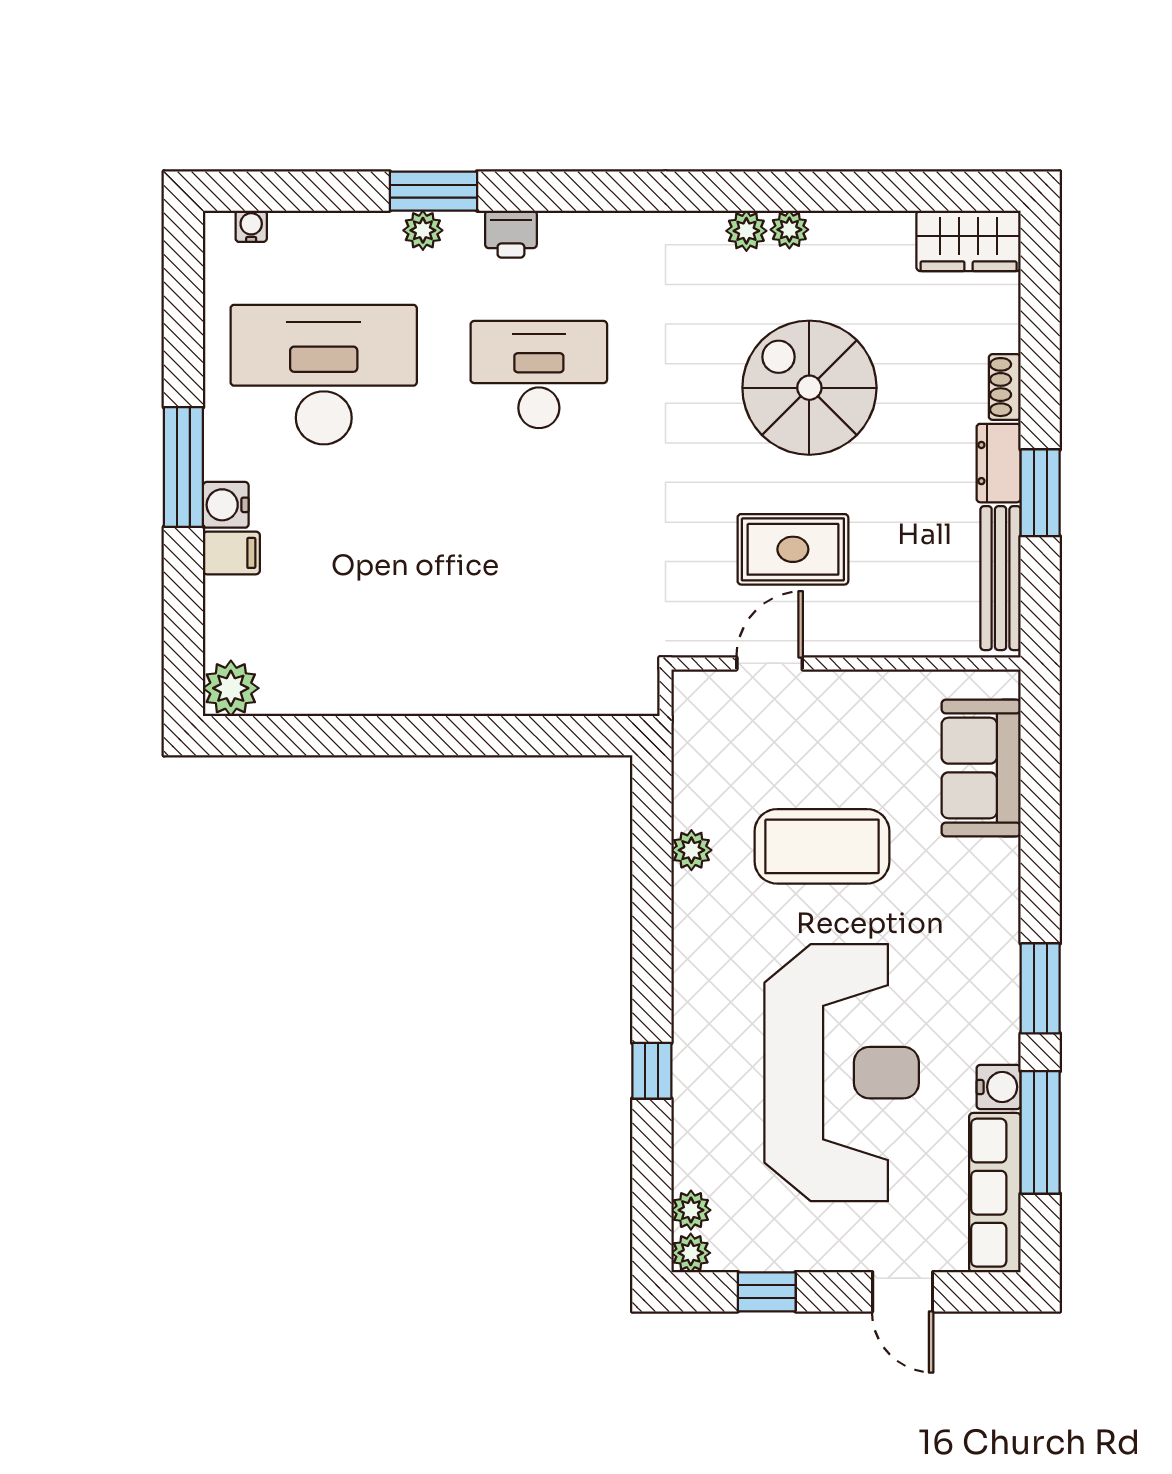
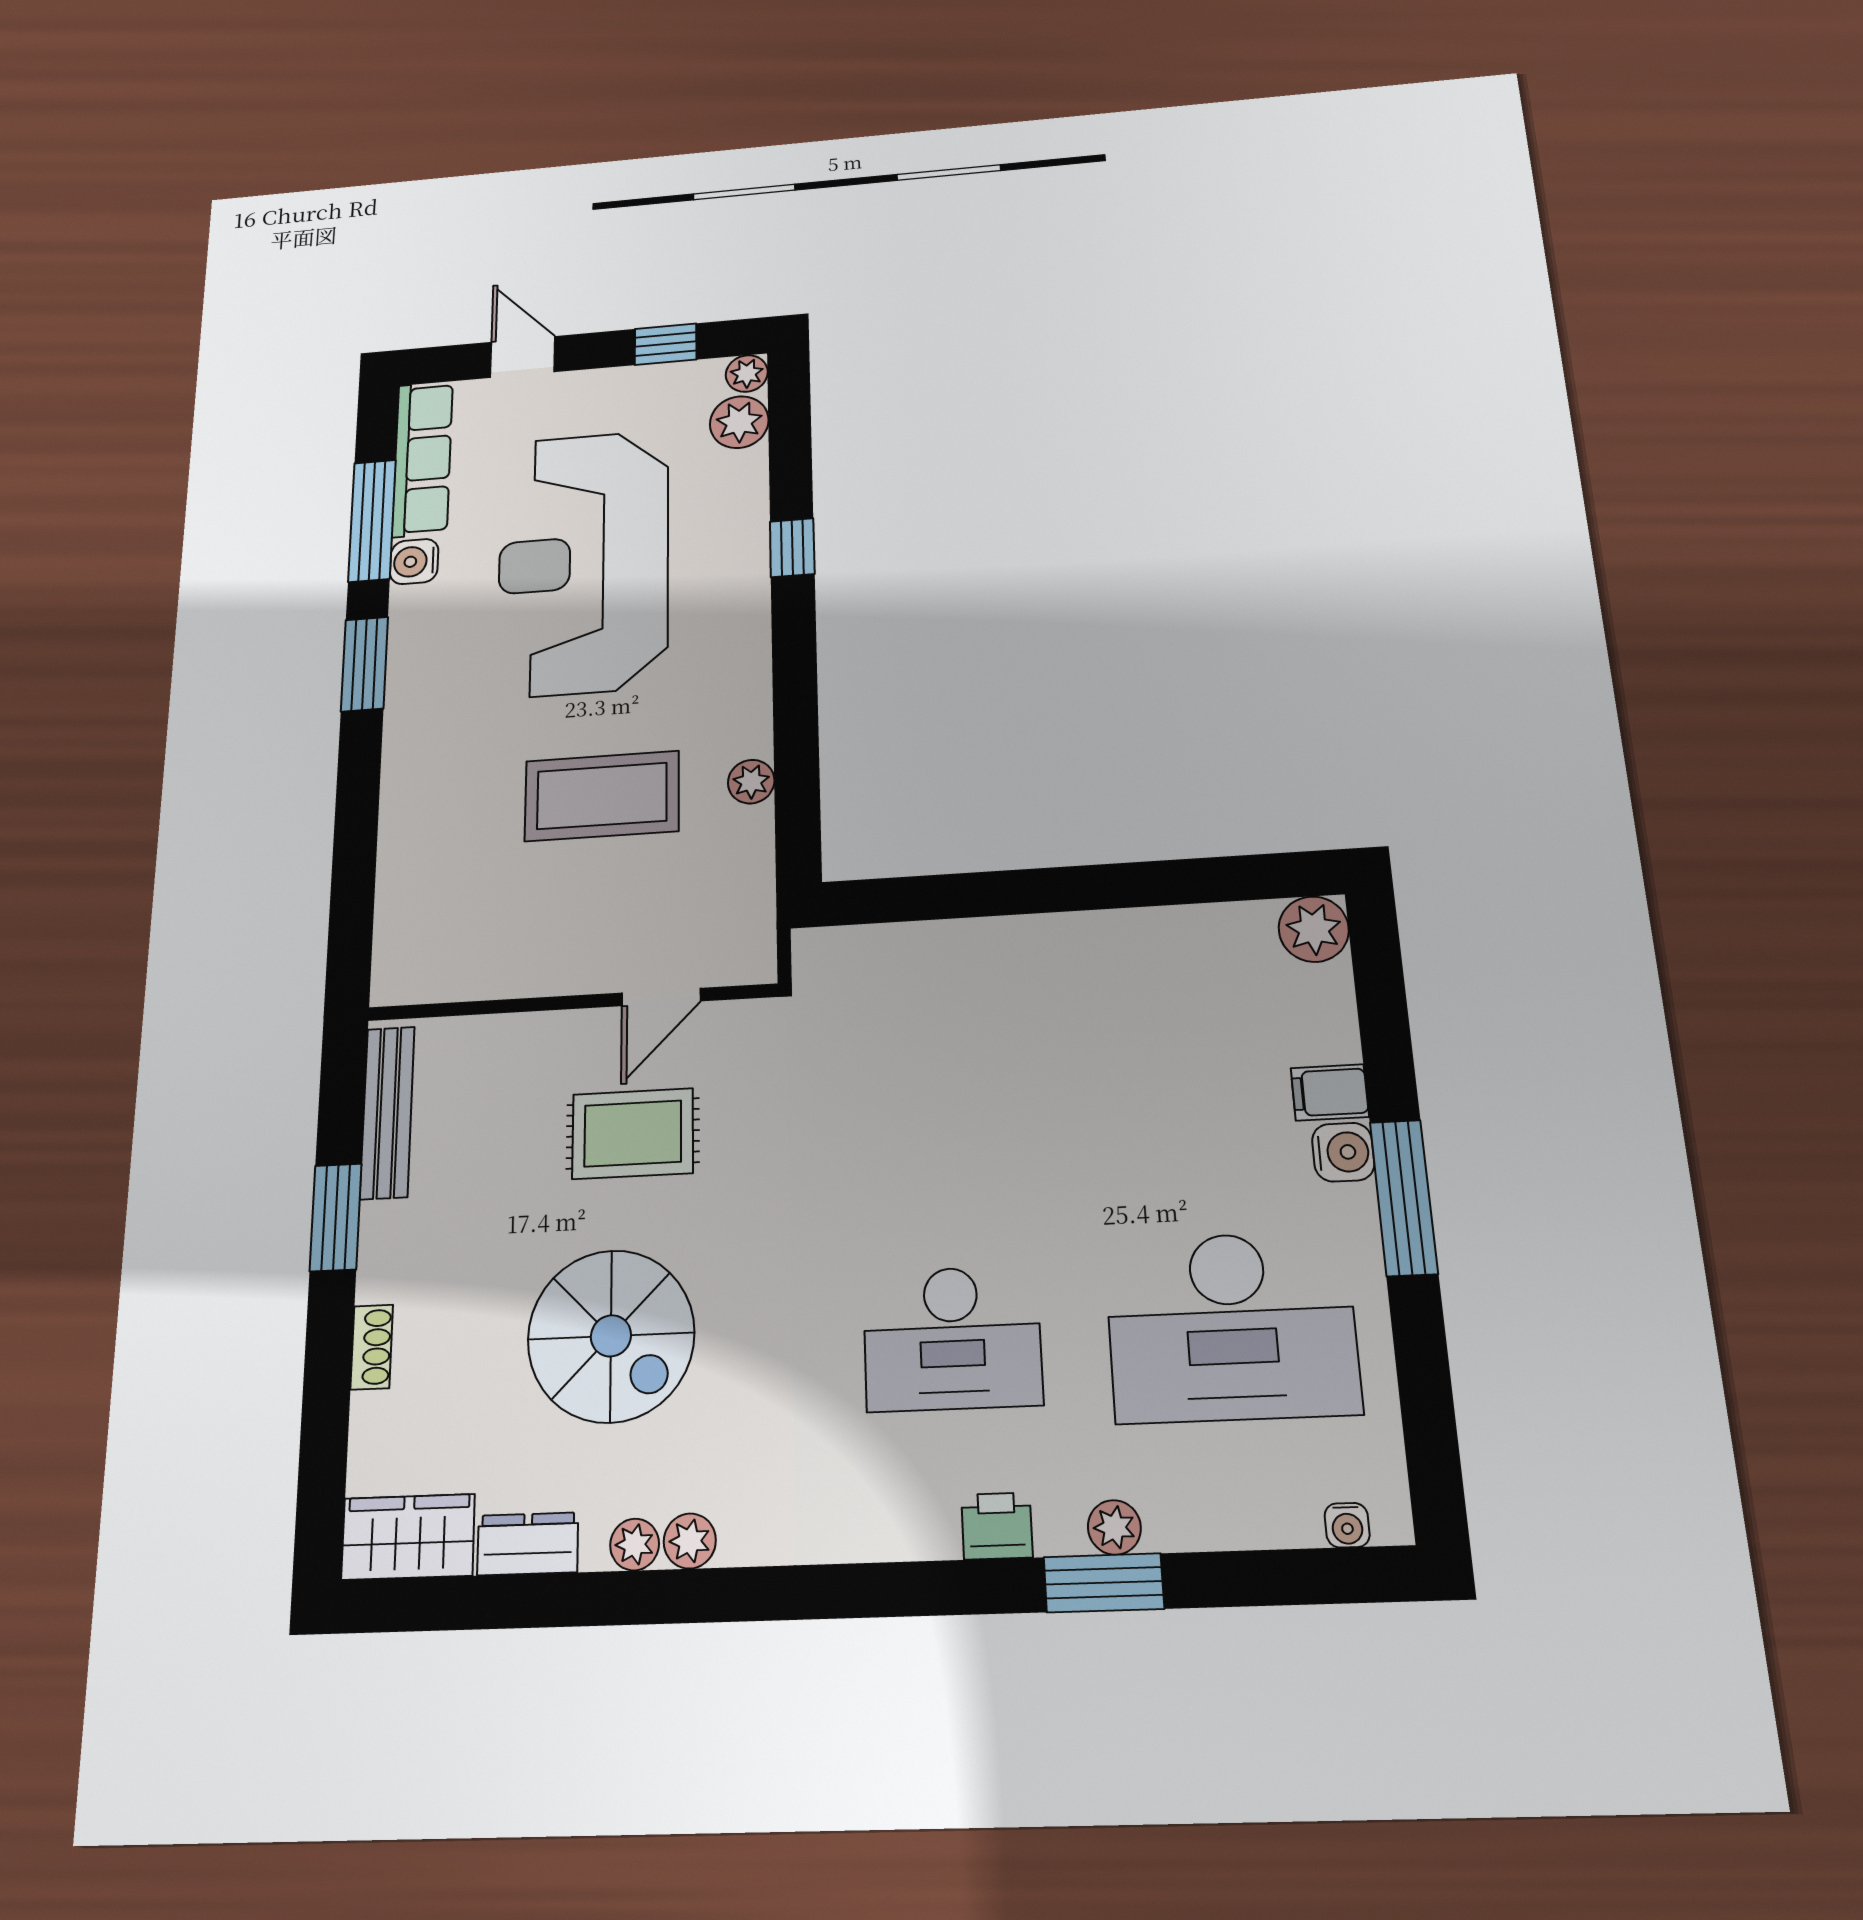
dresser: (999, 463) -> (528, 1544), moved, turned -90
sofa: (981, 768) -> (419, 894), removed
plant: (691, 1210) -> (739, 422), width x1.38, depth x1.38

